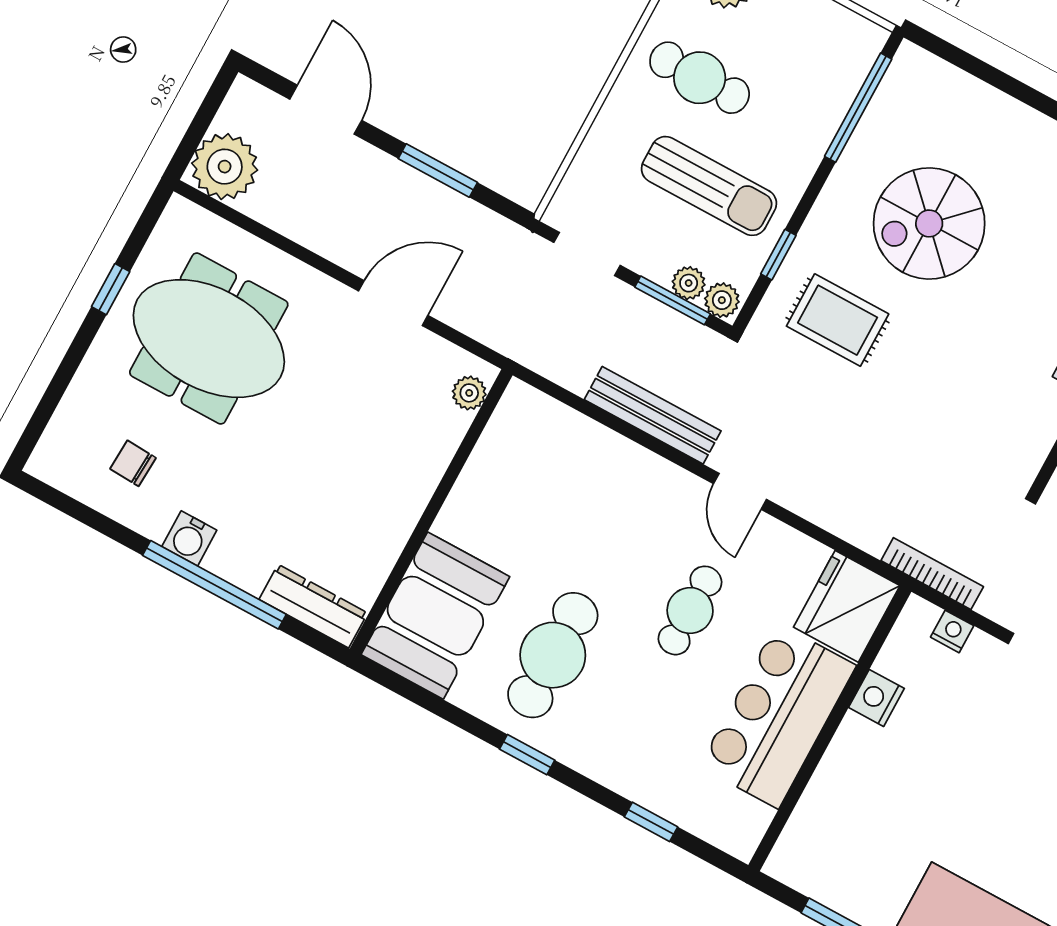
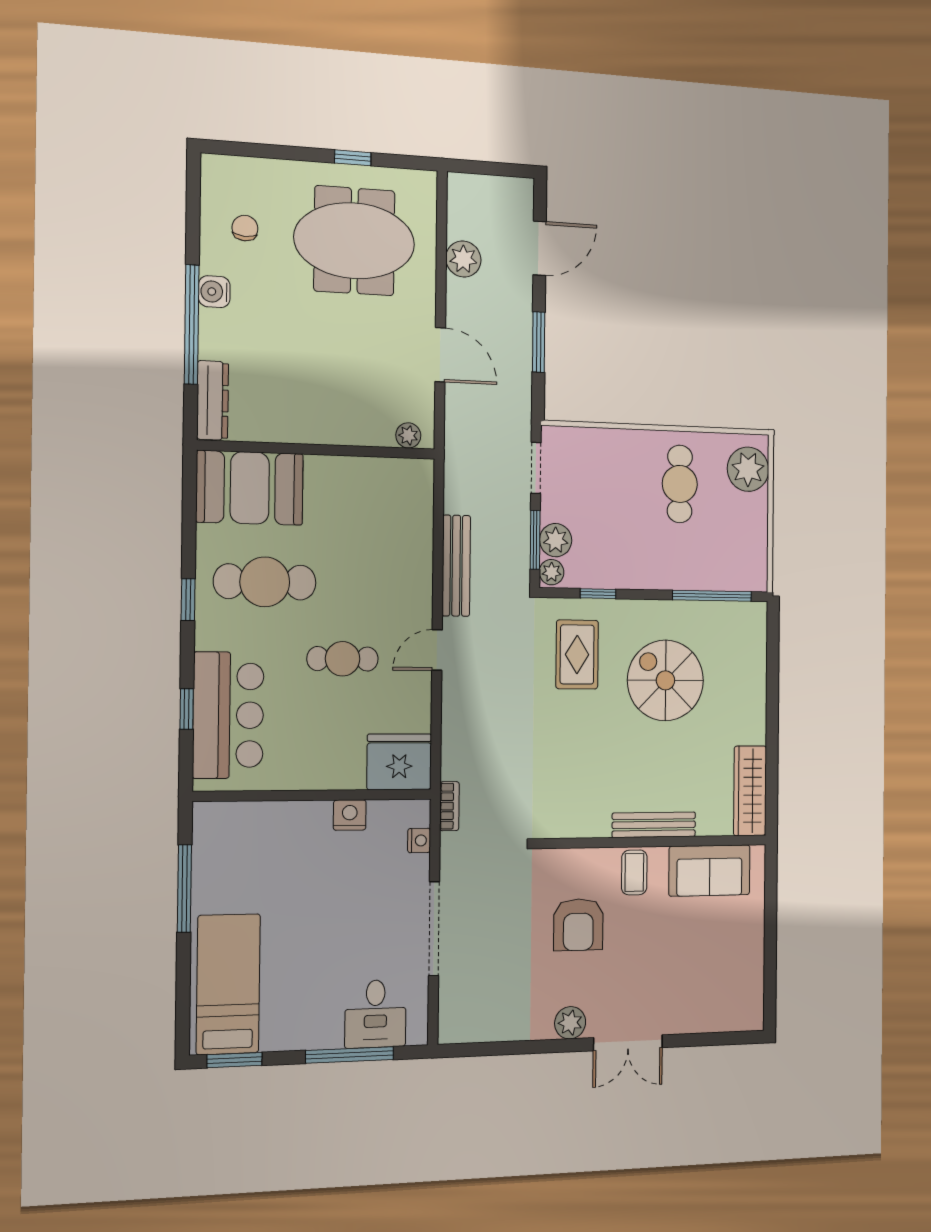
plant: (225, 167) -> (463, 259), moved, width x0.73, depth x0.73
sun lounger: (709, 186) -> (617, 526), removed
plant: (689, 283) -> (556, 540), width x1.38, depth x1.38
meeting table: (209, 339) -> (354, 241), turned 90
bookcase: (932, 574) -> (449, 806), width x0.64
bar counter: (778, 716) -> (228, 715), moved, turned 90

